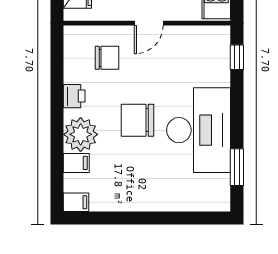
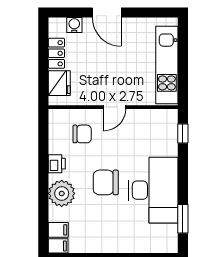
filing cabinet: (76, 163) -> (58, 230), moved

